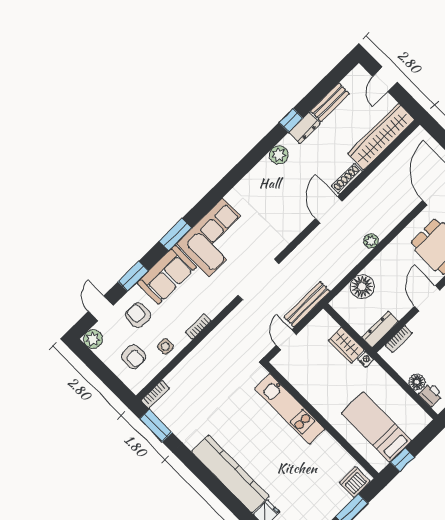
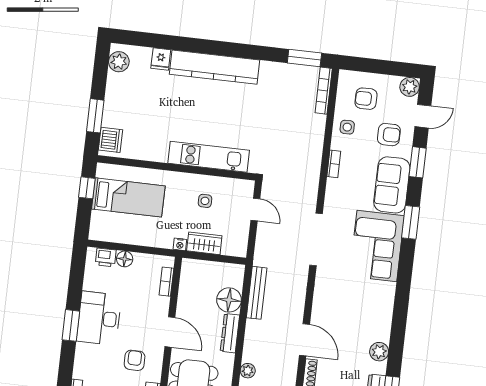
plant: (371, 241) -> (248, 371), moved
bench: (307, 304) -> (257, 293), moved
door: (101, 308) -> (423, 116), hinge flipped
dresser: (380, 329) -> (230, 333), moved, turned 180
side table: (320, 377) -> (205, 201), added
bookcase: (155, 395) -> (324, 91), width x1.56

